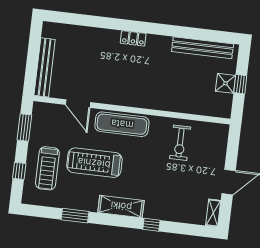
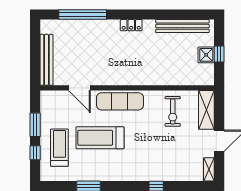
window: (91, 21) -> (83, 14), added
locker: (133, 38) -> (131, 25), moved
window: (24, 128) -> (35, 125), moved
treadmill: (47, 168) -> (59, 148), turned 180
shelving: (121, 206) -> (206, 110), moved, turned 90

